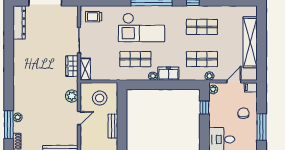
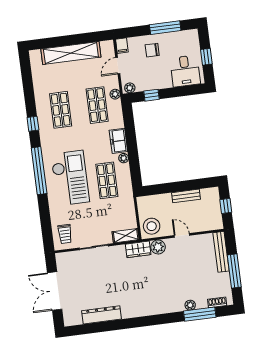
dresser: (19, 22) -> (102, 315), moved
wardrobe: (72, 66) -> (138, 249), moved
door: (234, 81) -> (118, 66), hinge flipped
stool: (100, 98) -> (152, 226), moved

